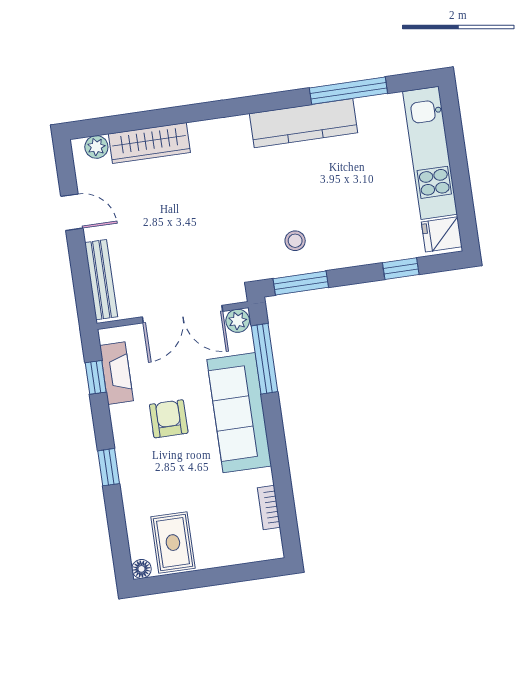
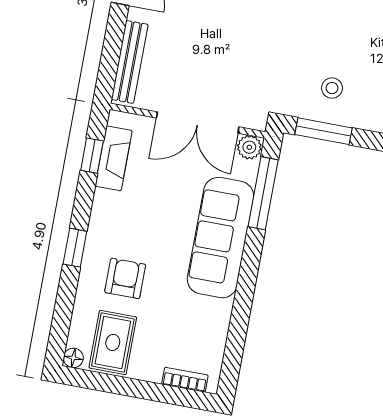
armchair: (169, 419) -> (125, 278), moved
bookcase: (269, 508) -> (185, 380), moved, turned 90

